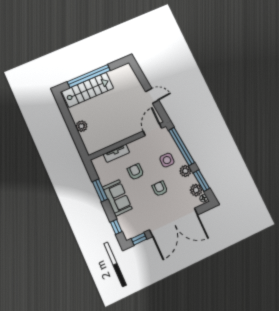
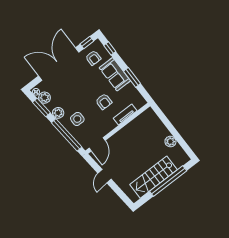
stairs: (88, 90) -> (153, 177), moved
door: (152, 96) -> (105, 176), hinge flipped
plant: (82, 126) -> (170, 142), moved
armchair: (160, 189) -> (93, 58), moved

